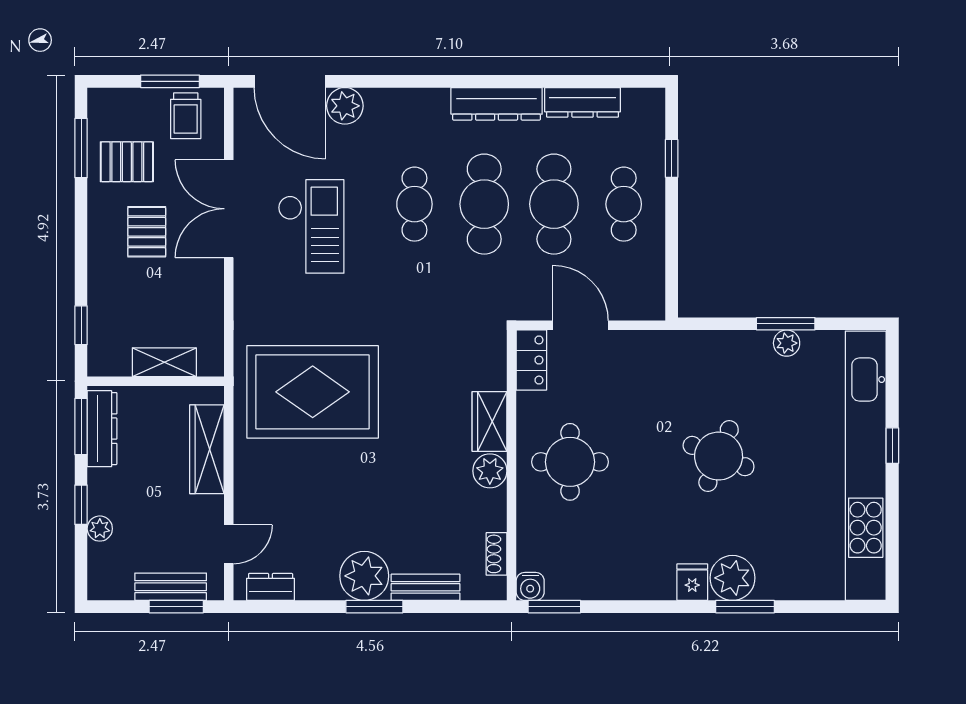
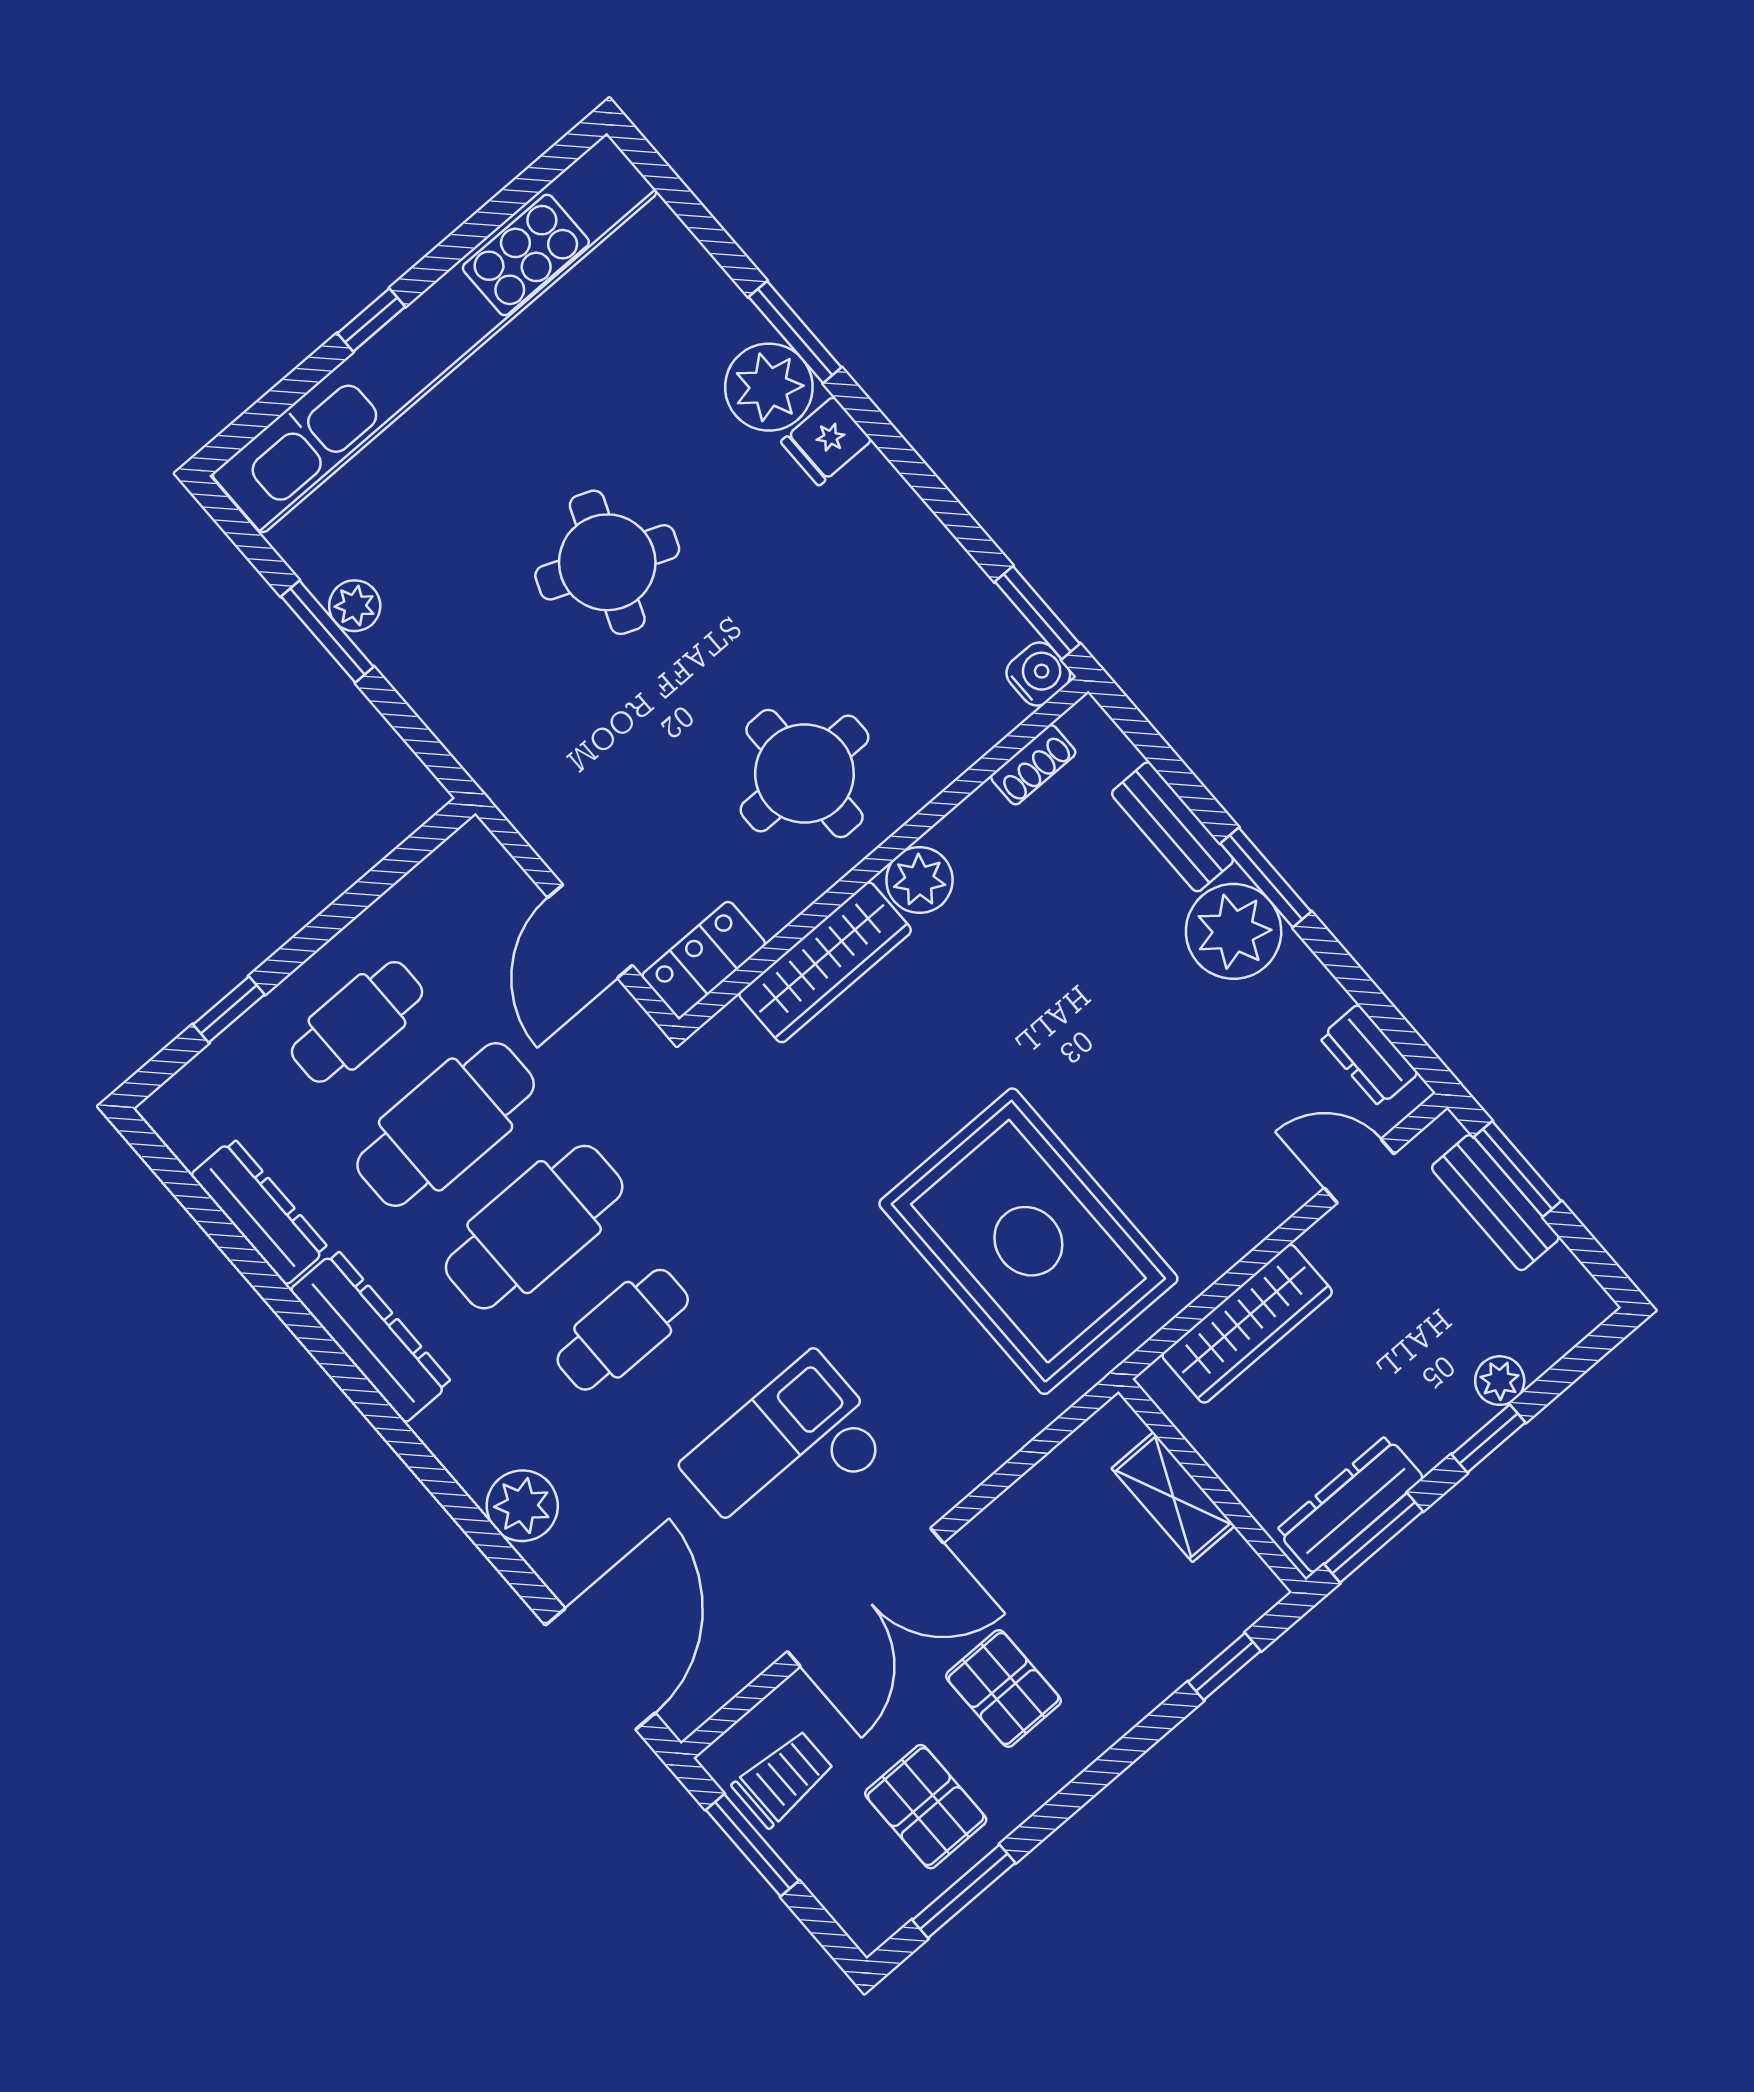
plant: (345, 106) -> (522, 1506), moved
pallet: (147, 232) -> (1004, 1688), turned 90
wardrobe: (490, 421) -> (825, 962), width x1.50

